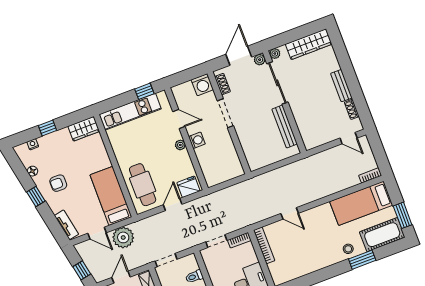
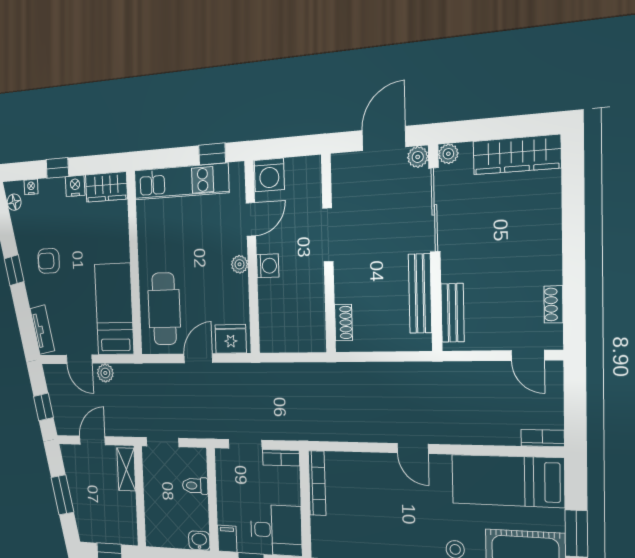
shoe rack: (223, 84) -> (344, 323), moved
washing machine: (202, 85) -> (269, 175), moved
bench: (341, 86) -> (453, 313), moved
door: (179, 119) -> (251, 219), hinge flipped
nightstand: (63, 135) -> (75, 186), added
floor lamp: (32, 171) -> (14, 202), moved
door: (290, 213) -> (413, 448), moved
plant: (123, 237) -> (105, 373), width x0.53, depth x0.53

